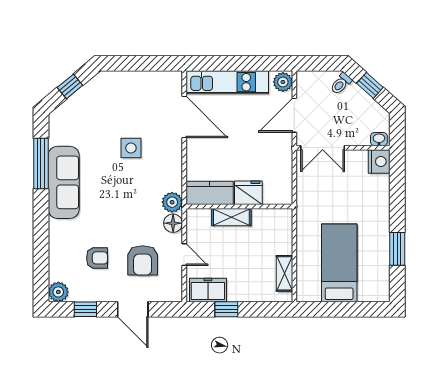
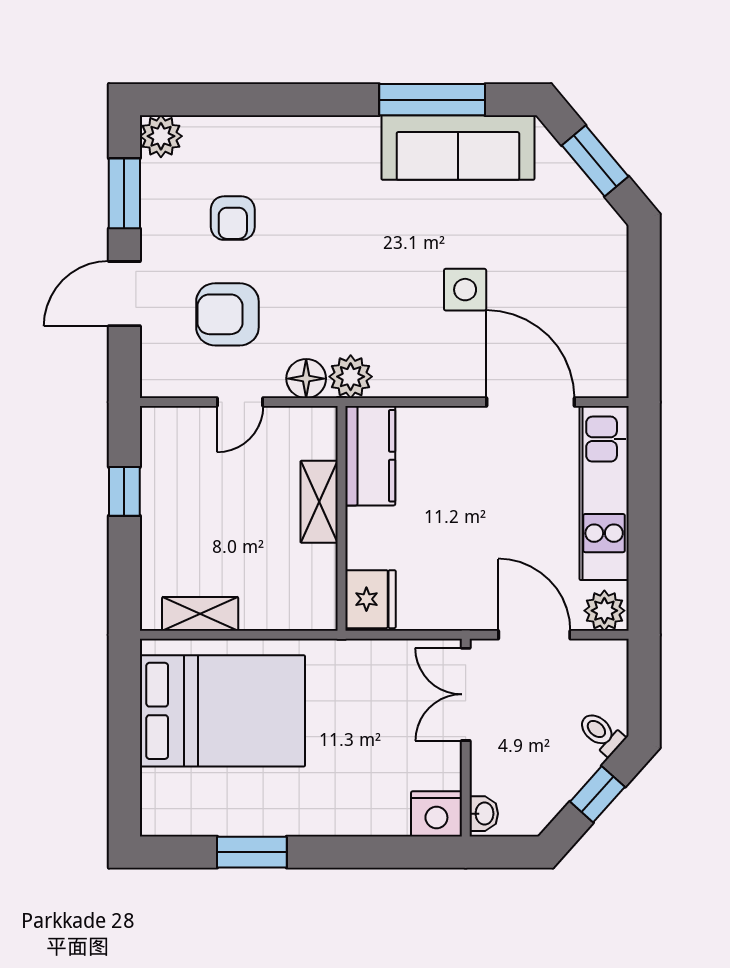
window: (70, 86) -> (595, 161), width x1.50
door: (184, 117) -> (530, 402), swing flipped
sofa: (64, 182) -> (458, 148), moved
fridge: (248, 193) -> (371, 599), moved
bed: (339, 263) -> (222, 711), width x1.50
freezer: (208, 290) -> (165, 452), removed
window: (85, 309) -> (124, 193), width x1.50

